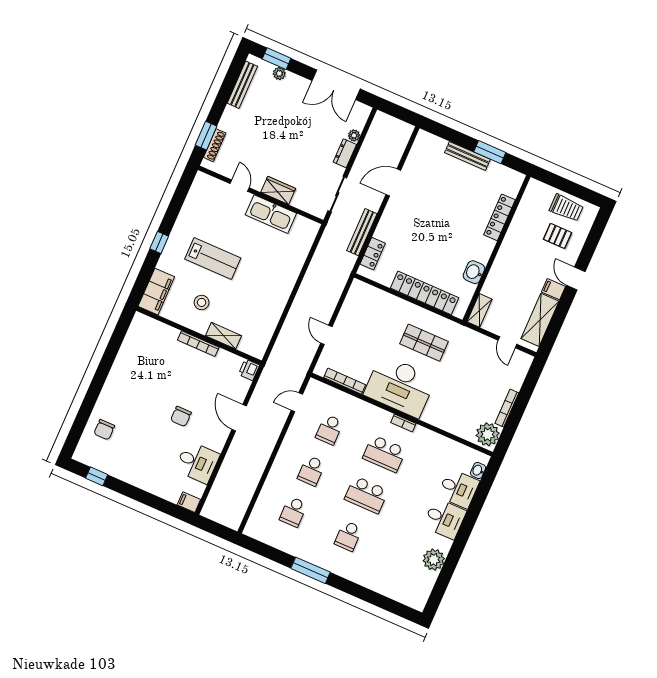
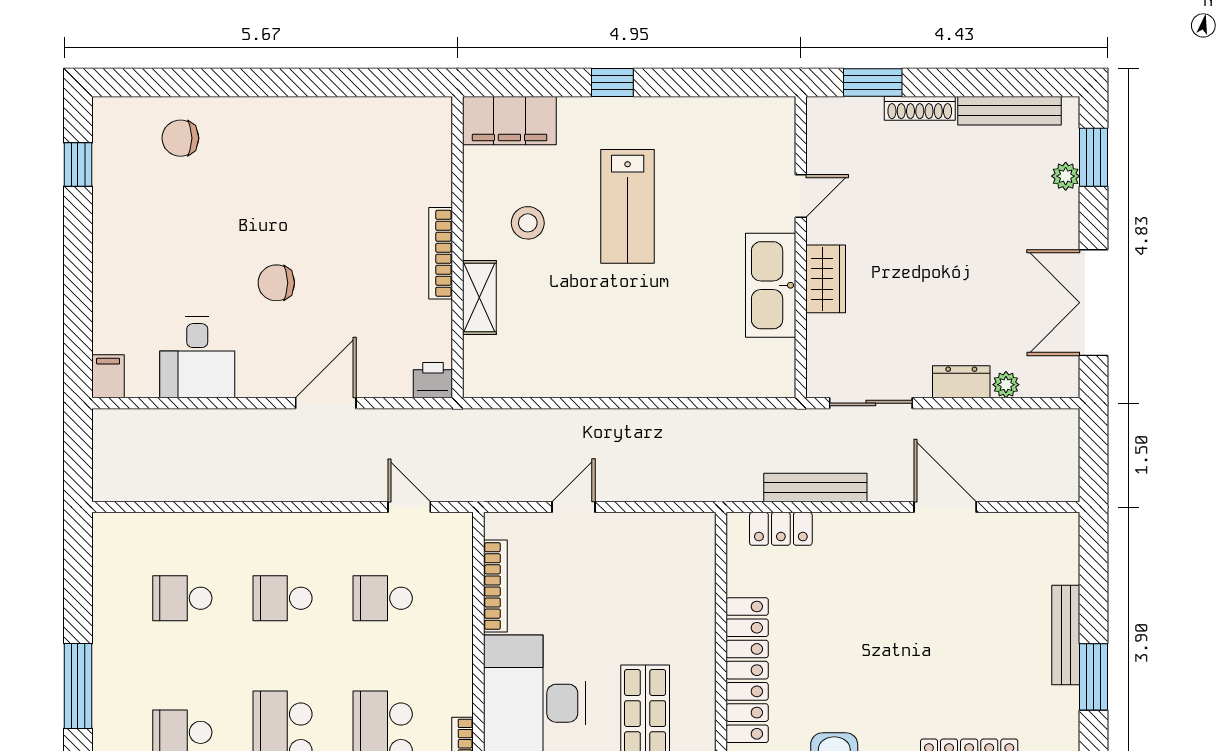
shoe rack: (215, 145) -> (920, 108), moved

